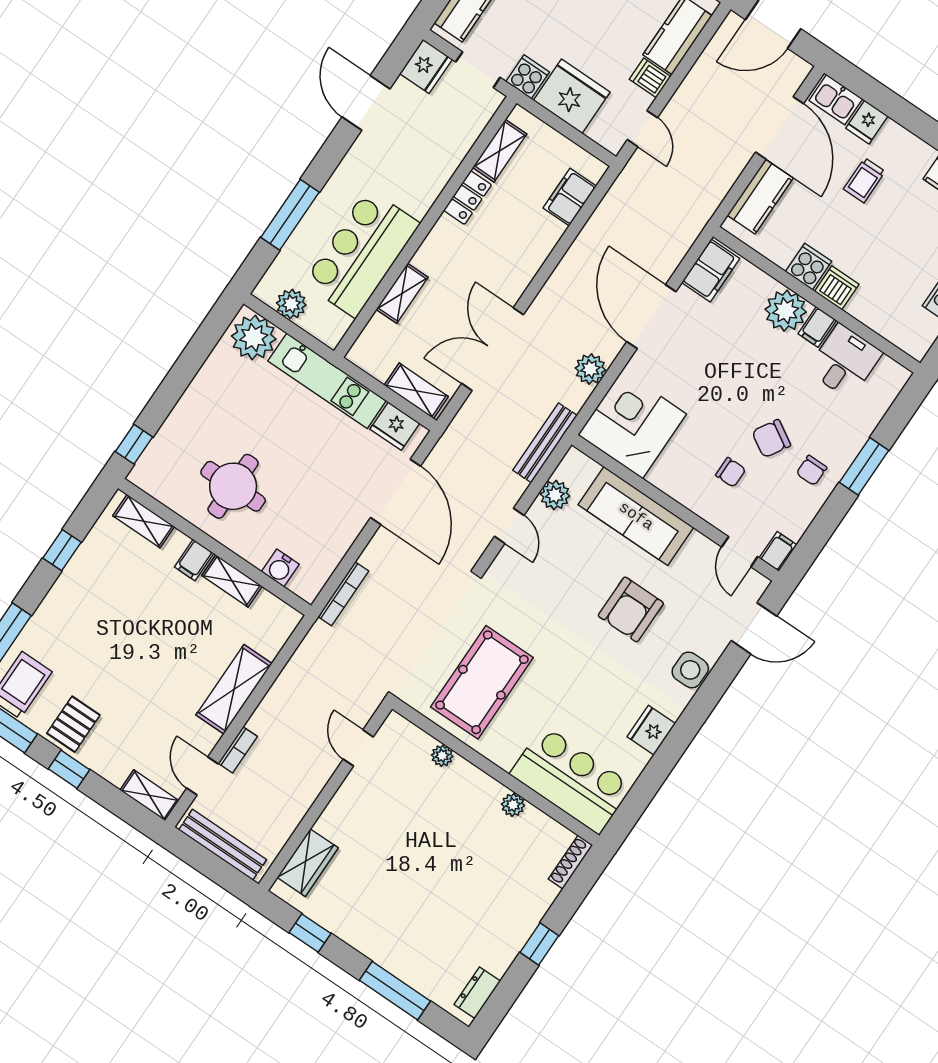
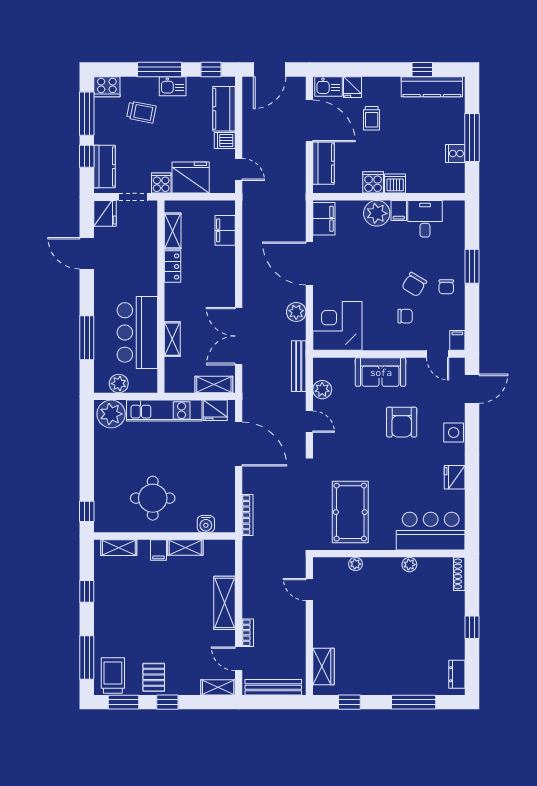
sofa: (636, 516) -> (381, 372), width x0.73

